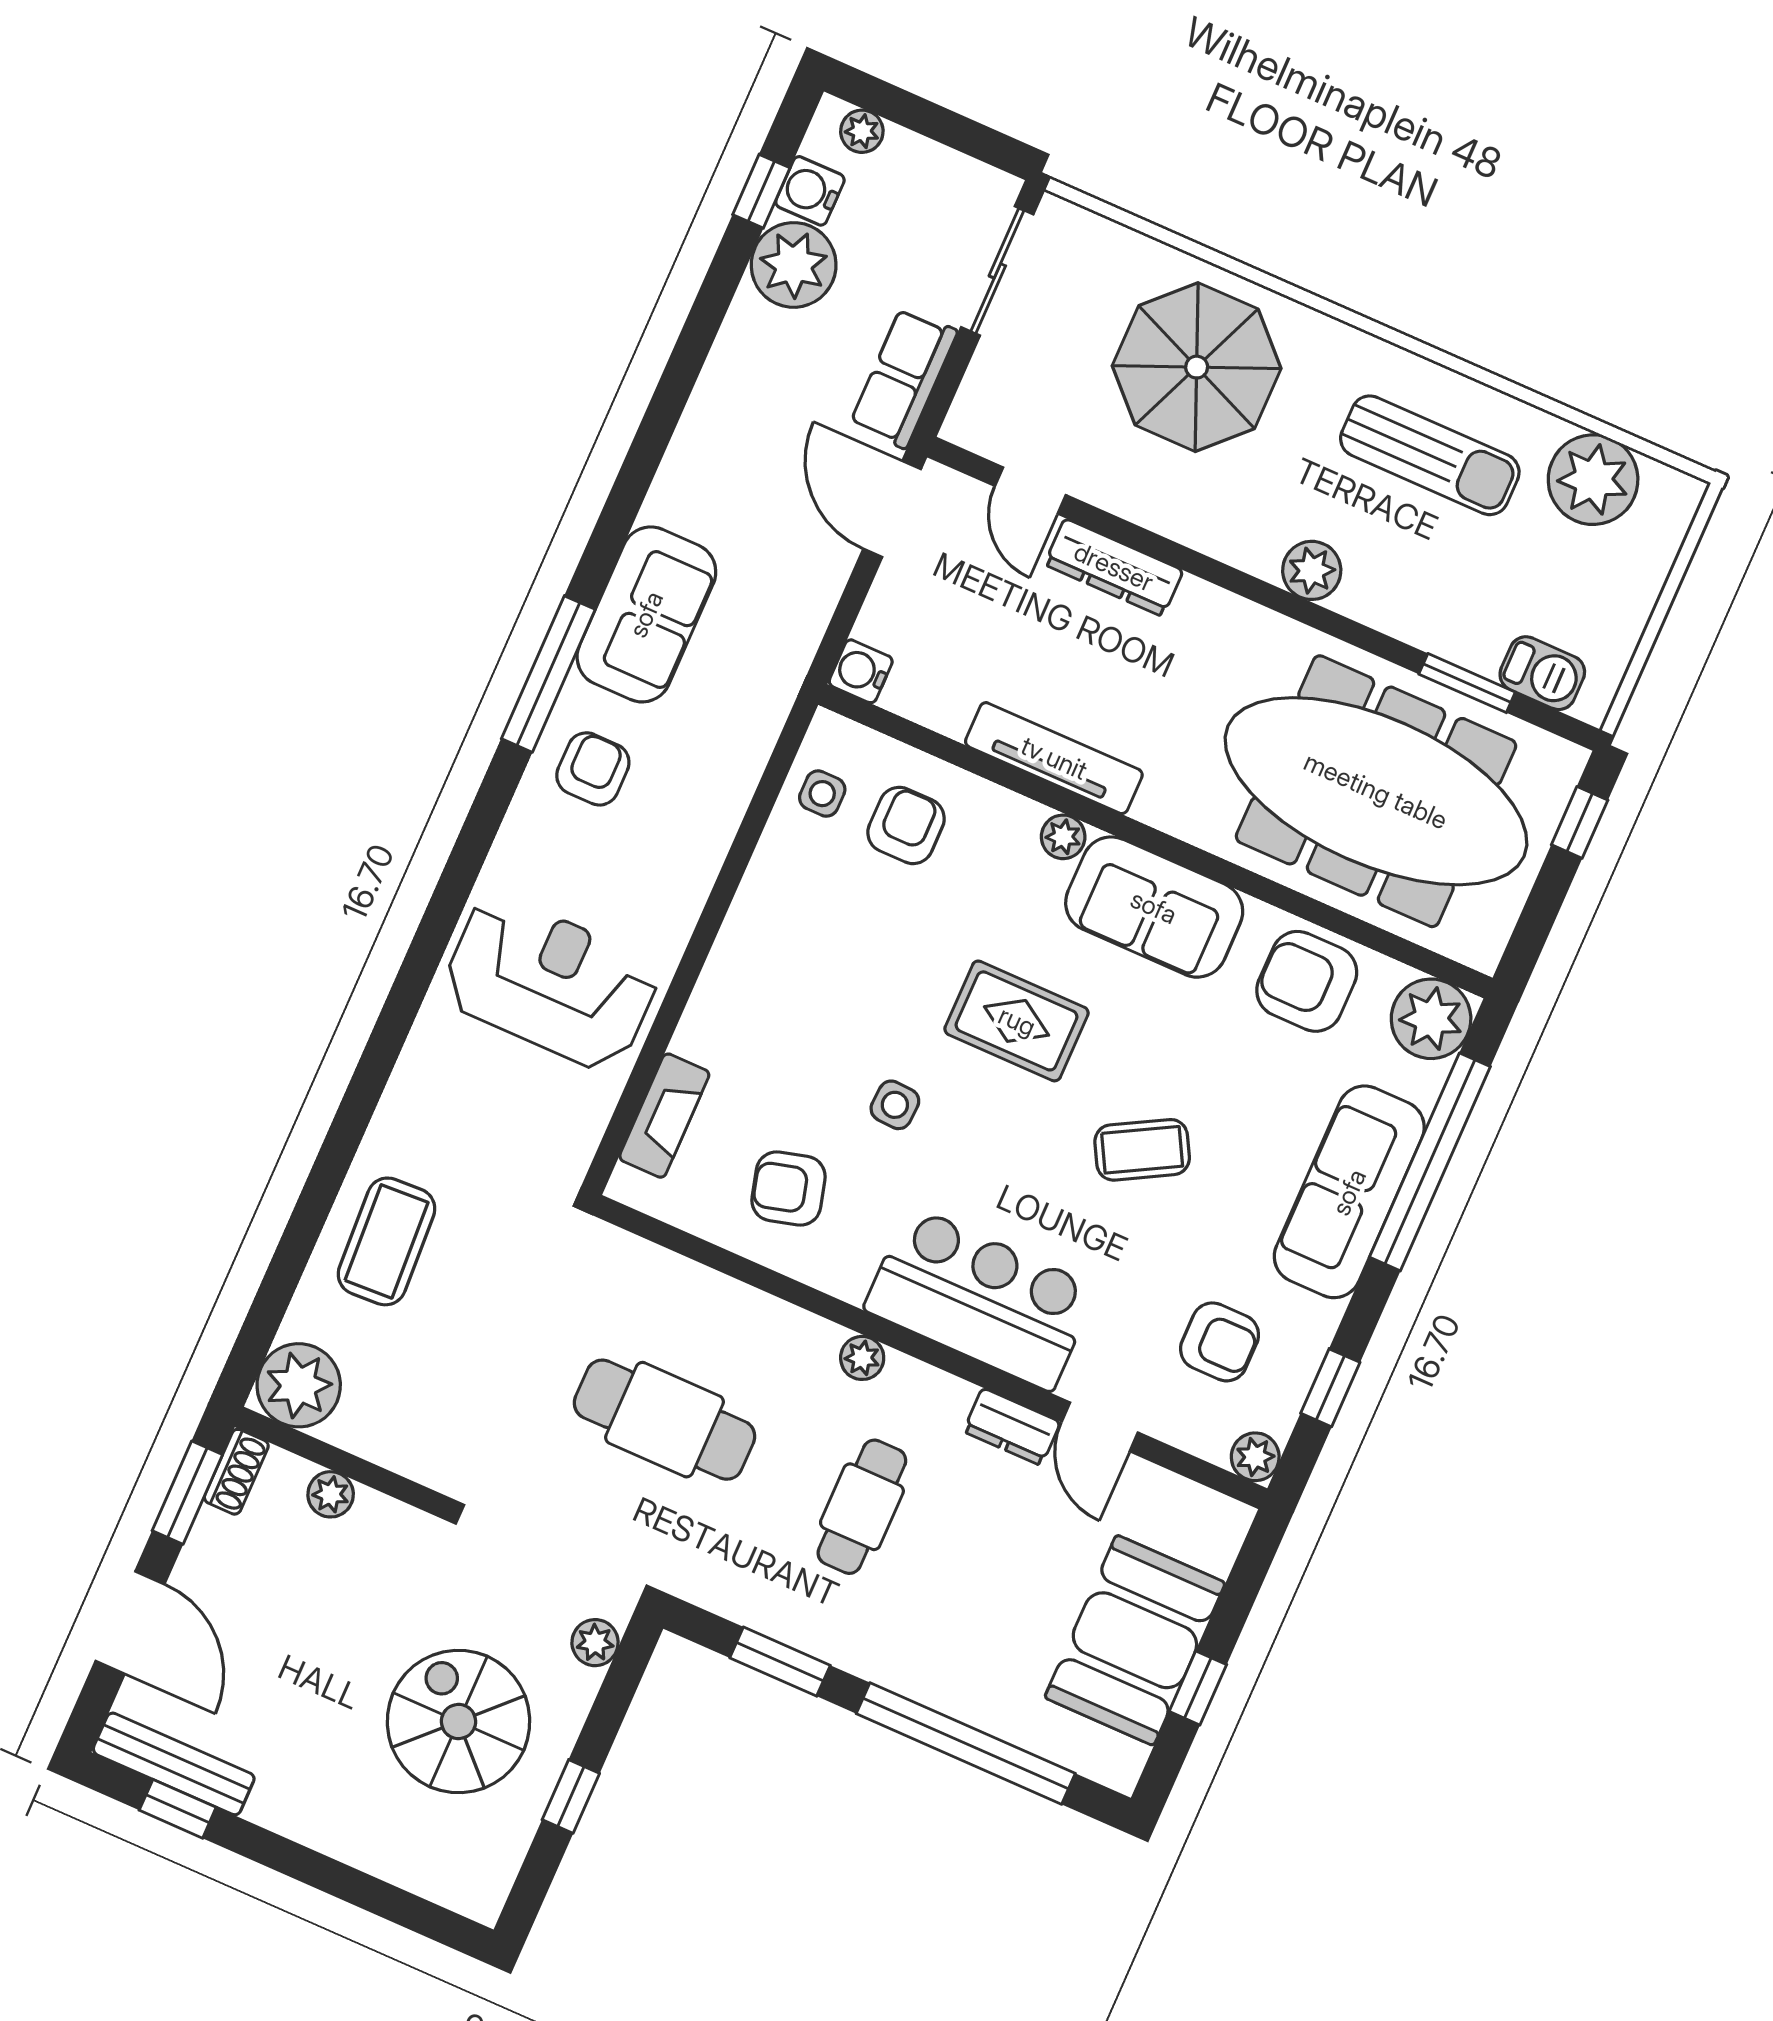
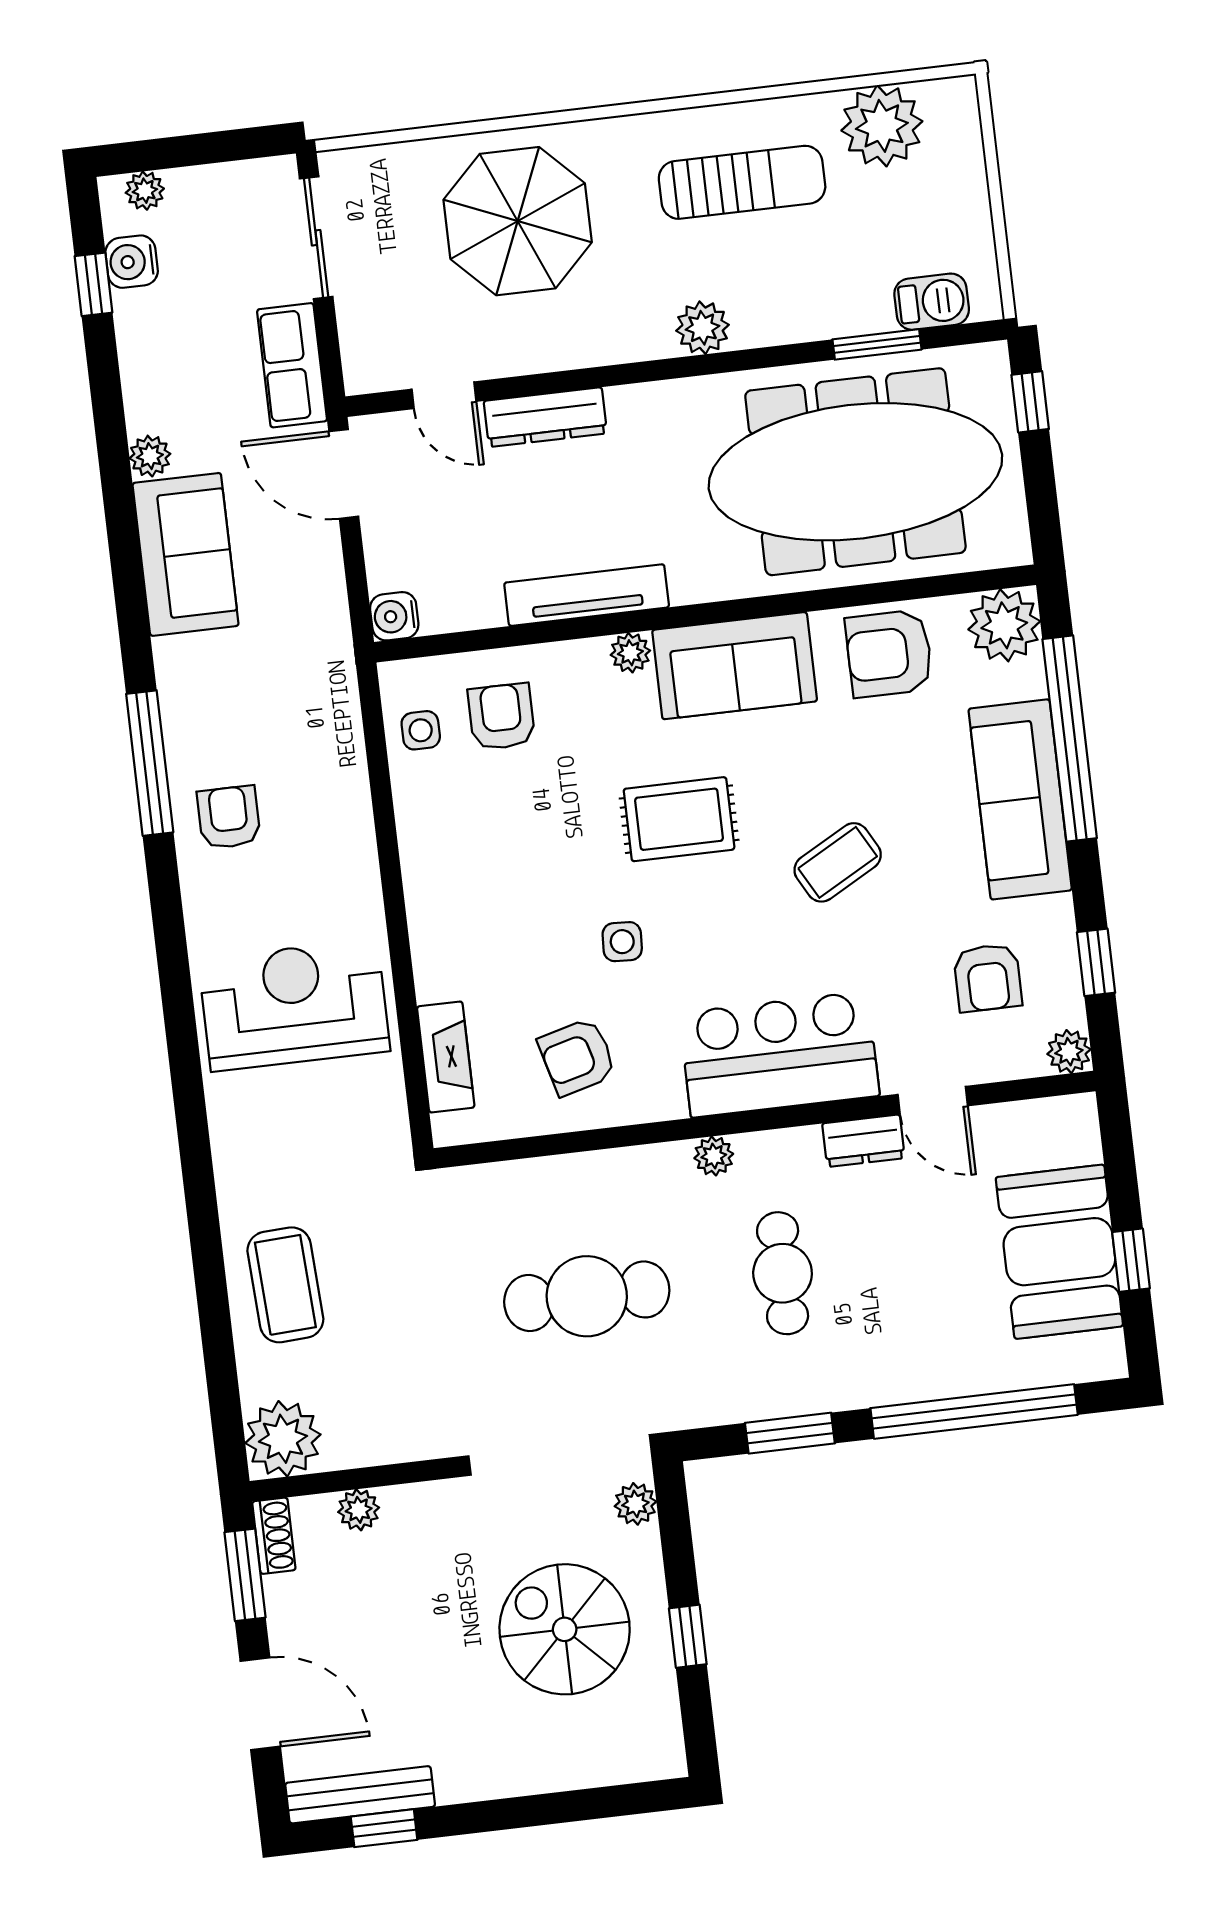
plant: (794, 265) -> (150, 456), moved, width x0.53, depth x0.53
sofa: (646, 614) -> (186, 554), moved
armchair: (1220, 1342) -> (988, 978), turned 90

